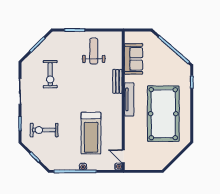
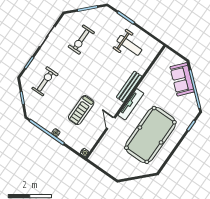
weight bench: (94, 51) -> (129, 45), turned 90
sofa: (134, 59) -> (182, 79), moved, turned 131
bench: (117, 81) -> (129, 87), width x1.36
exercise bike: (44, 130) -> (45, 81), turned 90
treadmill: (91, 133) -> (81, 110), width x0.73, depth x0.73
door: (123, 156) -> (111, 123), moved

